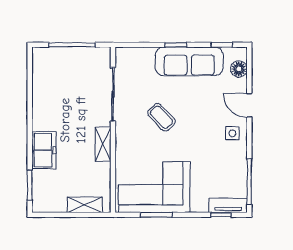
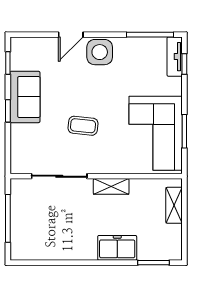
sofa: (189, 61) -> (25, 97), width x0.73
floor lamp: (239, 69) -> (33, 45), removed
coffee table: (161, 117) -> (83, 126), turned 50
side table: (232, 133) -> (100, 52), width x1.87, depth x1.87

